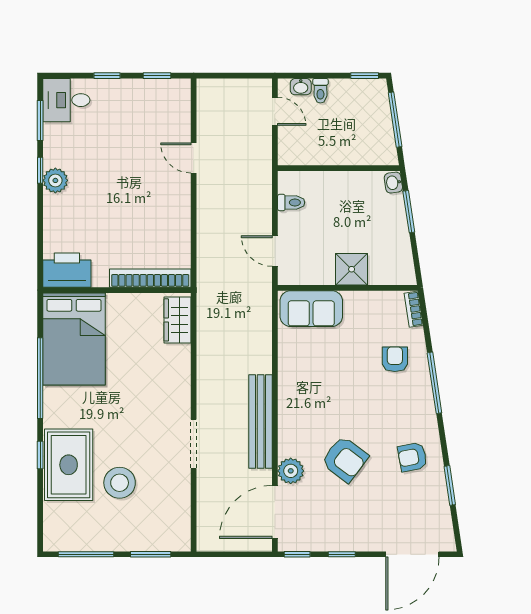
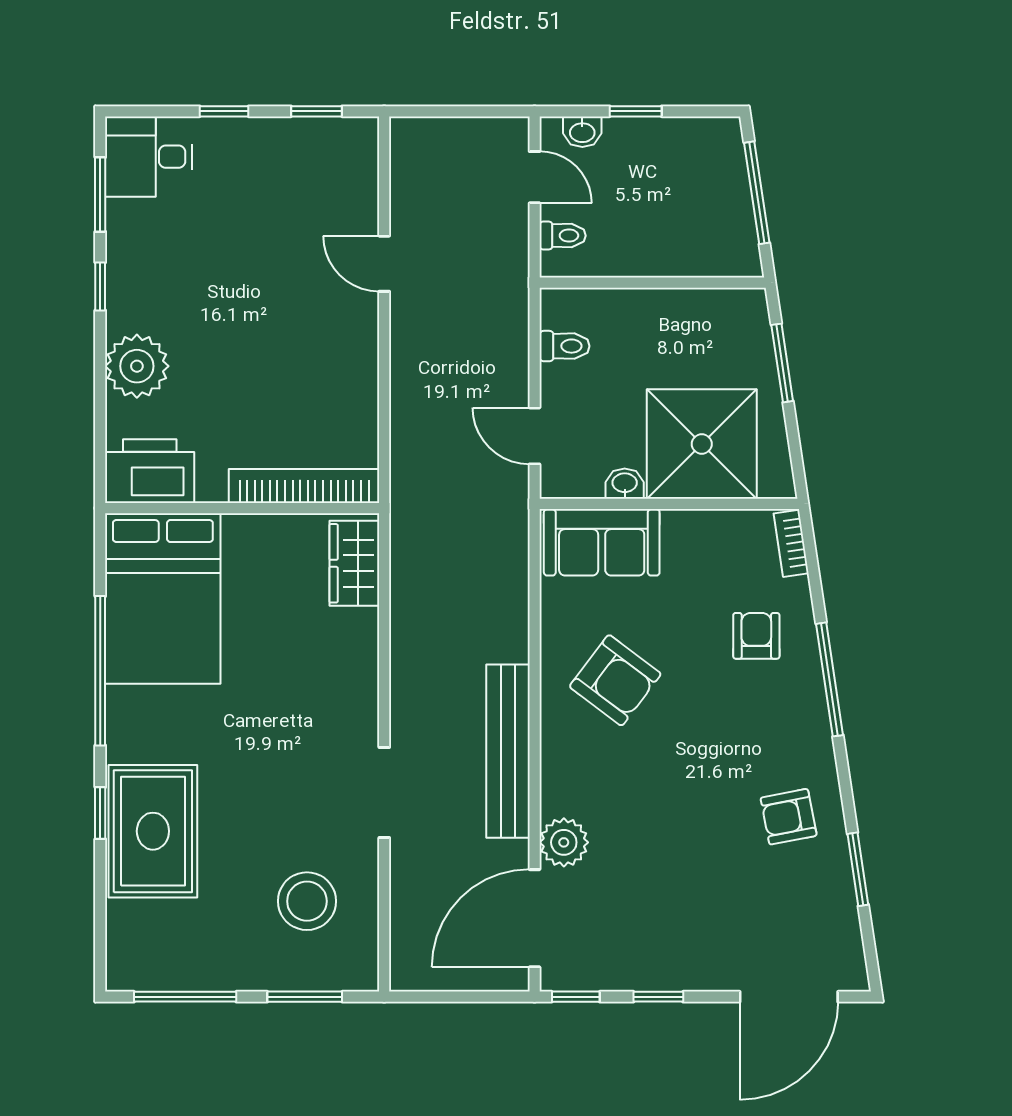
window: (365, 76) -> (636, 111), moved
toilet: (320, 91) -> (563, 236), moved, turned -90
plant: (55, 180) -> (137, 366), moved, width x1.36, depth x1.36
washbasin: (393, 183) -> (625, 484), moved, turned 99
shower: (352, 269) -> (702, 444), width x1.86, depth x1.86
armchair: (345, 459) -> (615, 680), moved
stool: (120, 483) -> (307, 901), moved

